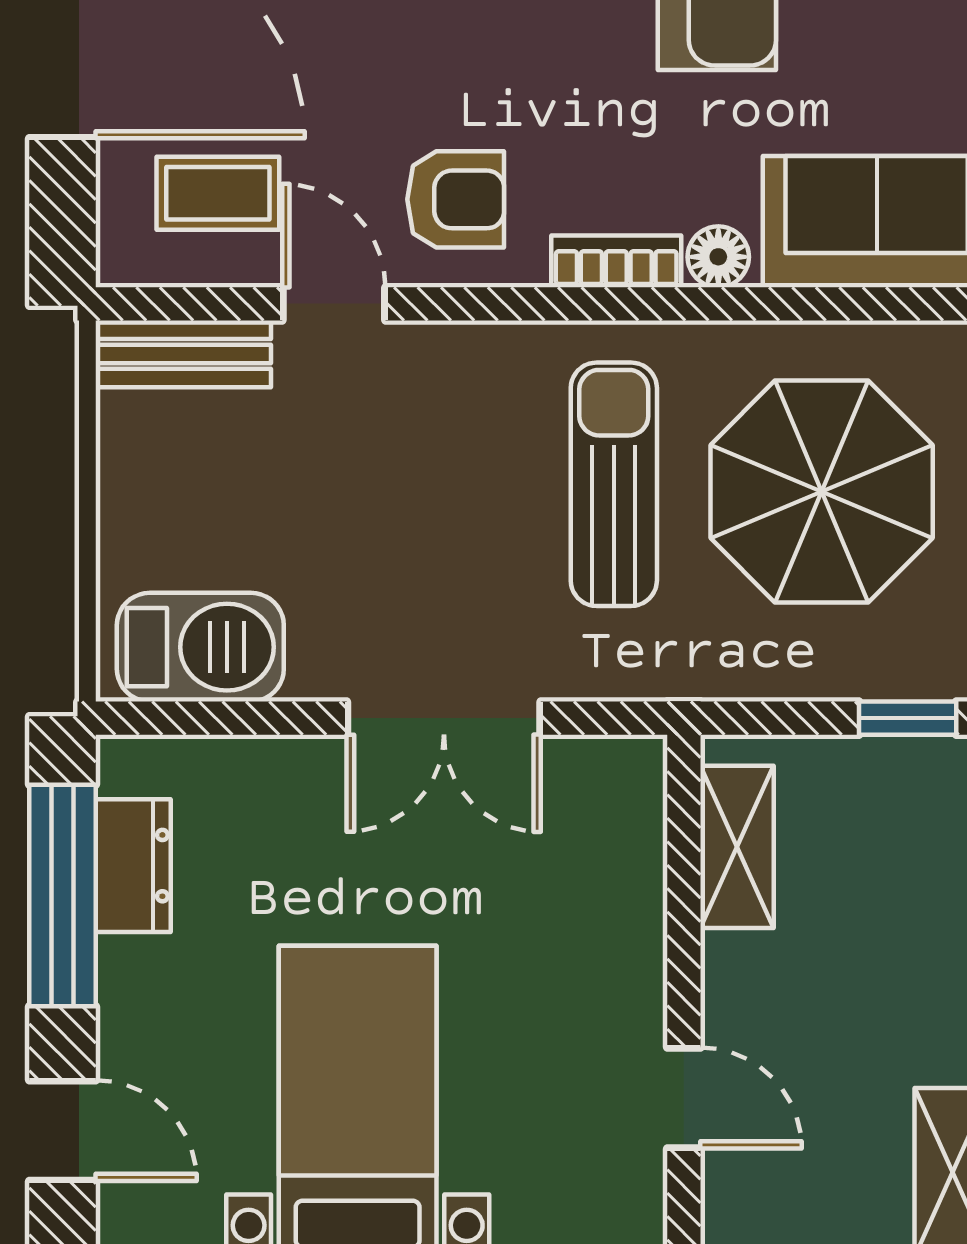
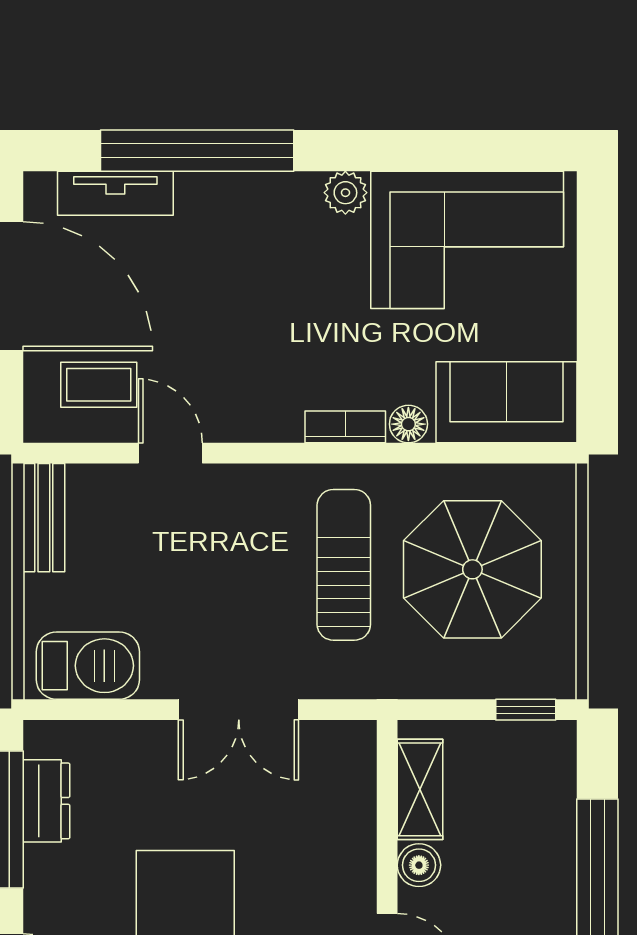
armchair: (456, 199) -> (246, 389), removed
bench: (183, 354) -> (44, 518), moved, turned 90
boiler: (735, 969) -> (419, 865), added

